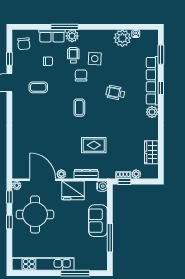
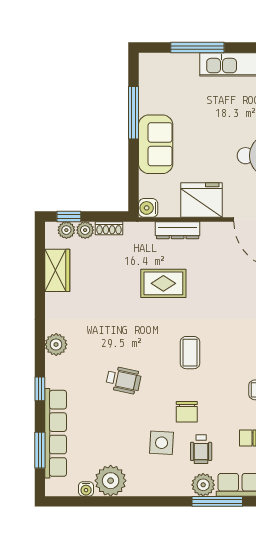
row of seats: (152, 81) -> (56, 433), moved
plant: (61, 174) -> (66, 230), moved
window: (124, 181) -> (69, 216), moved

